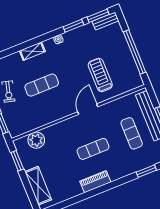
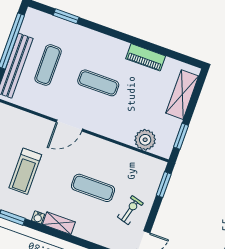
shelving: (32, 51) -> (59, 223), moved
treadmill: (100, 75) -> (25, 171), moved
piano: (95, 182) -> (146, 57), moved

